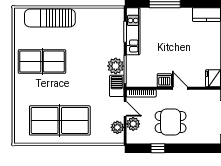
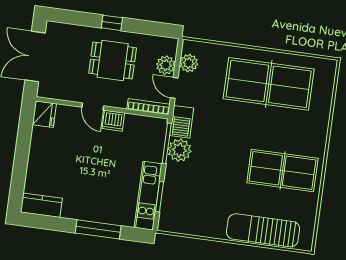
sun lounger: (50, 18) -> (263, 230), turned 180
window: (158, 148) -> (112, 23), moved

